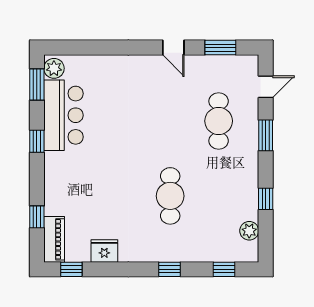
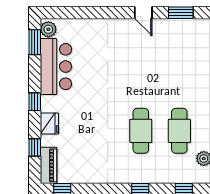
cafe table: (219, 121) -> (179, 131), moved
window: (37, 141) -> (35, 102), moved
fridge: (104, 251) -> (49, 123), moved, turned 90

